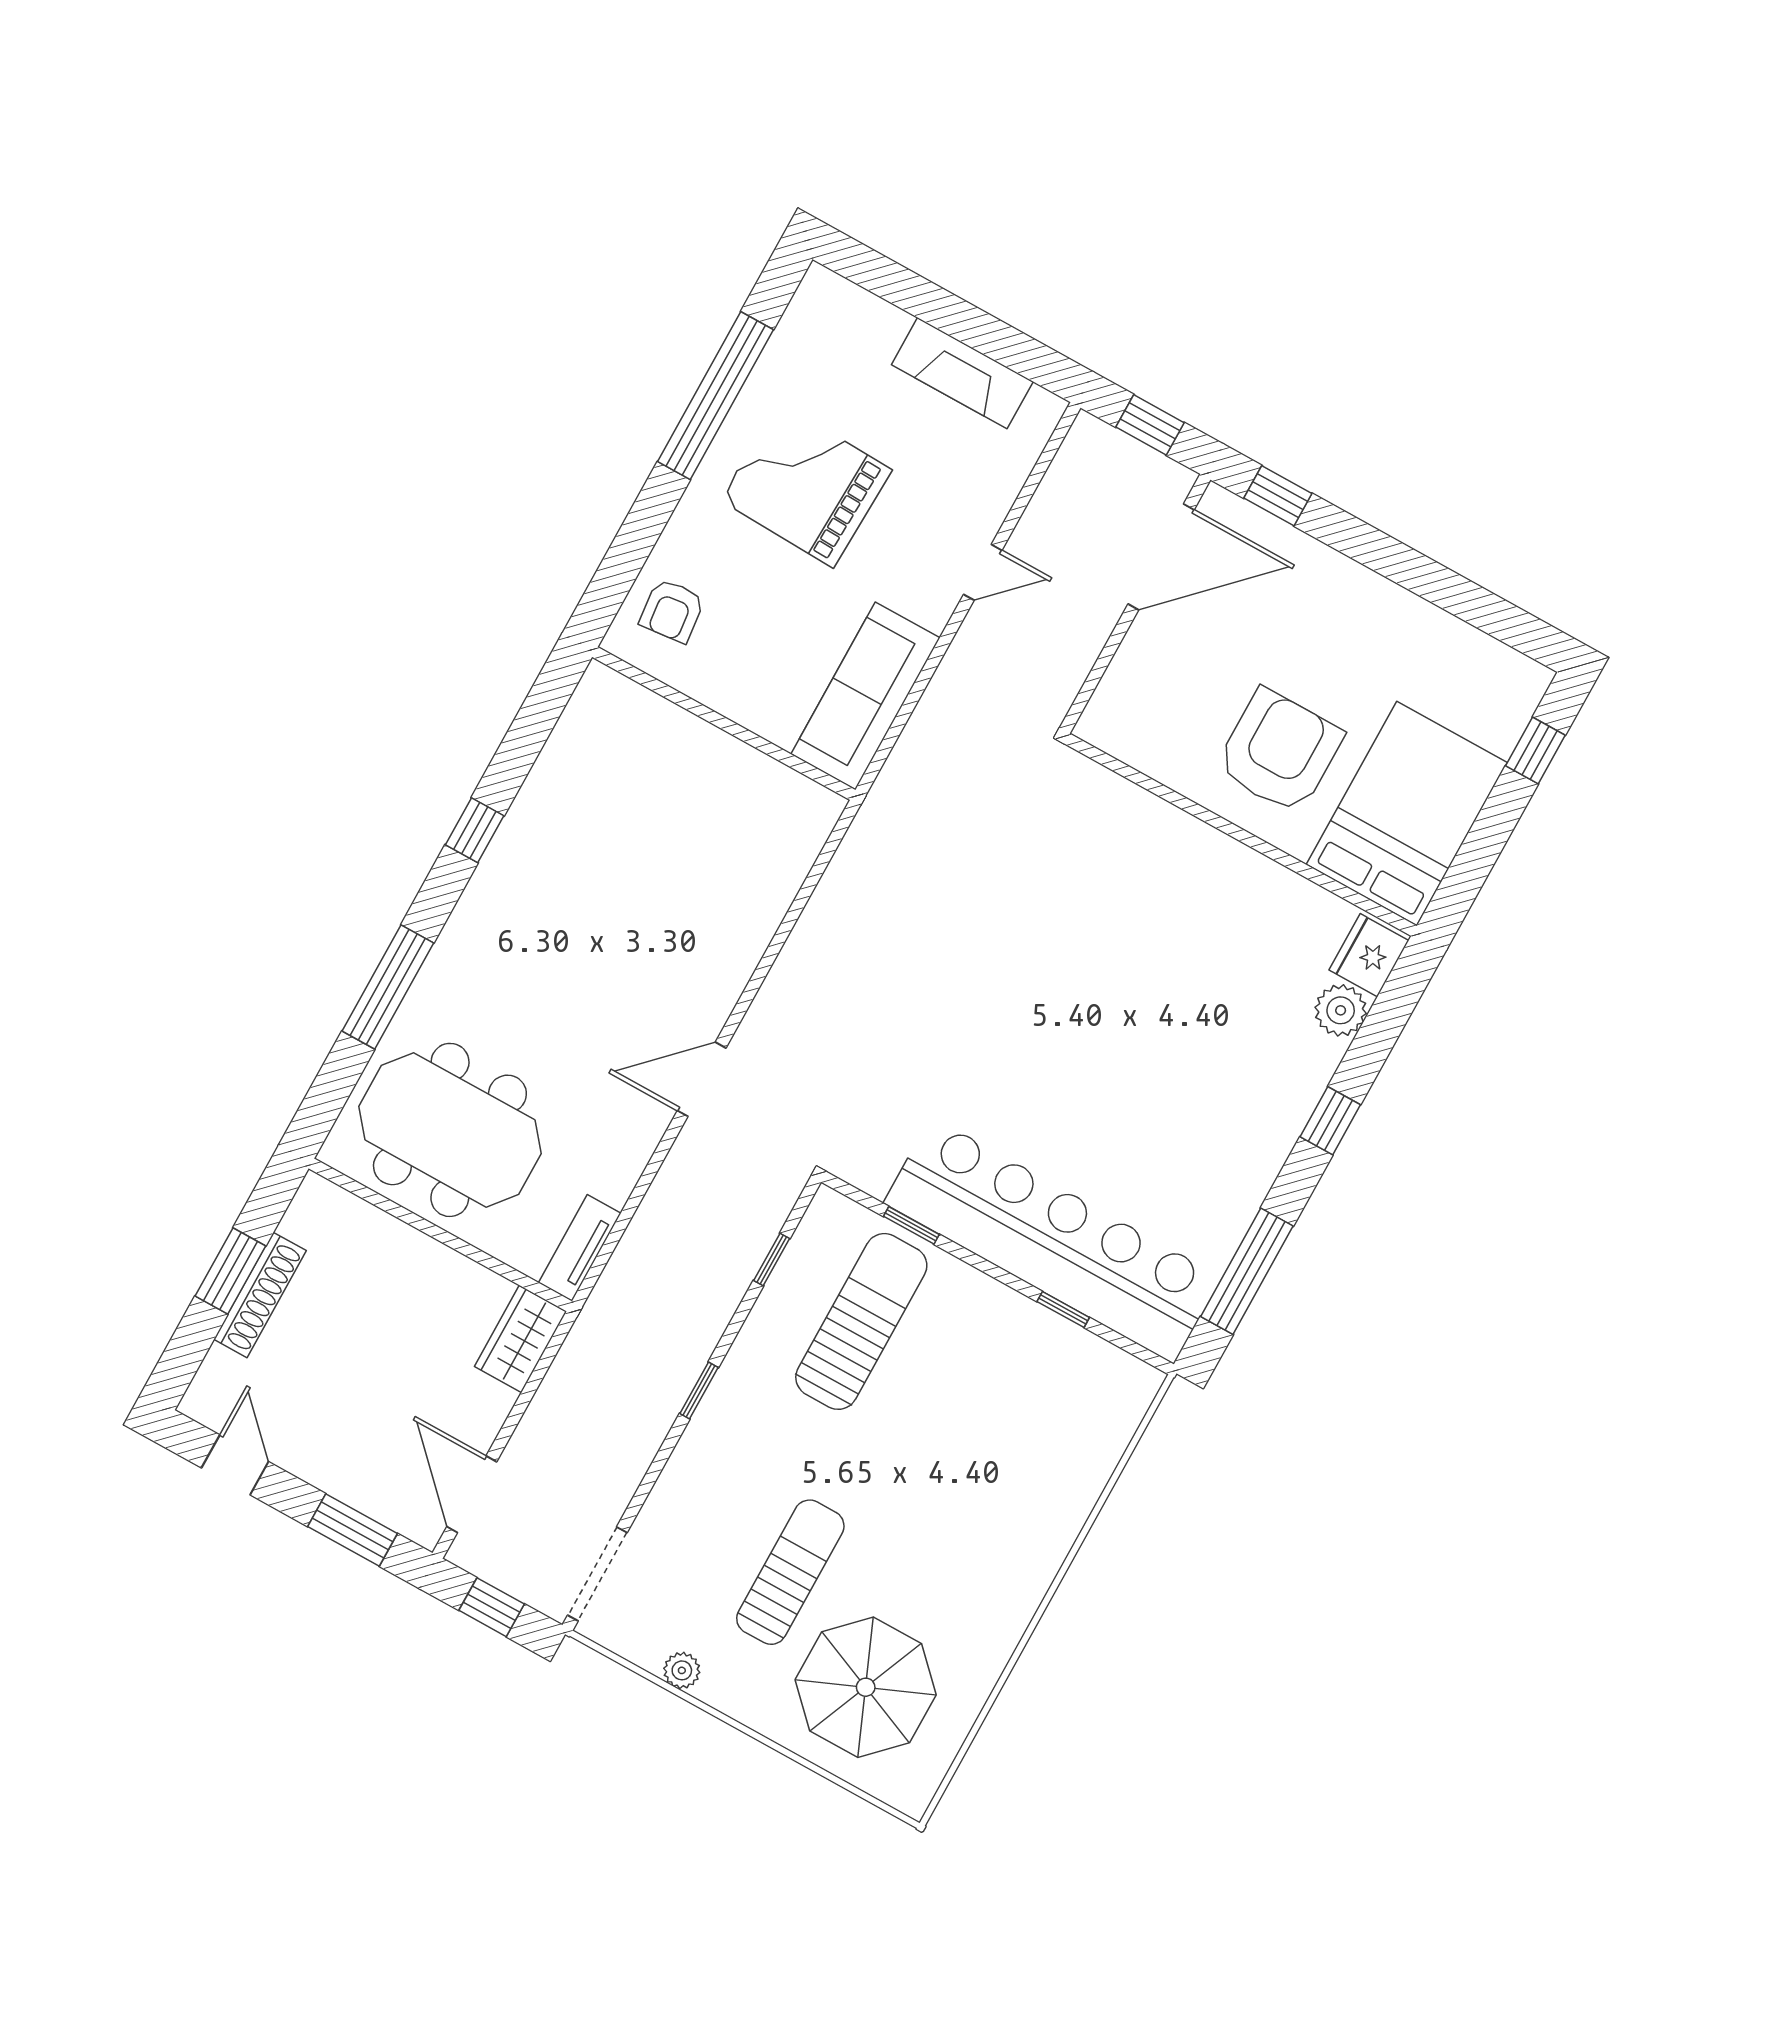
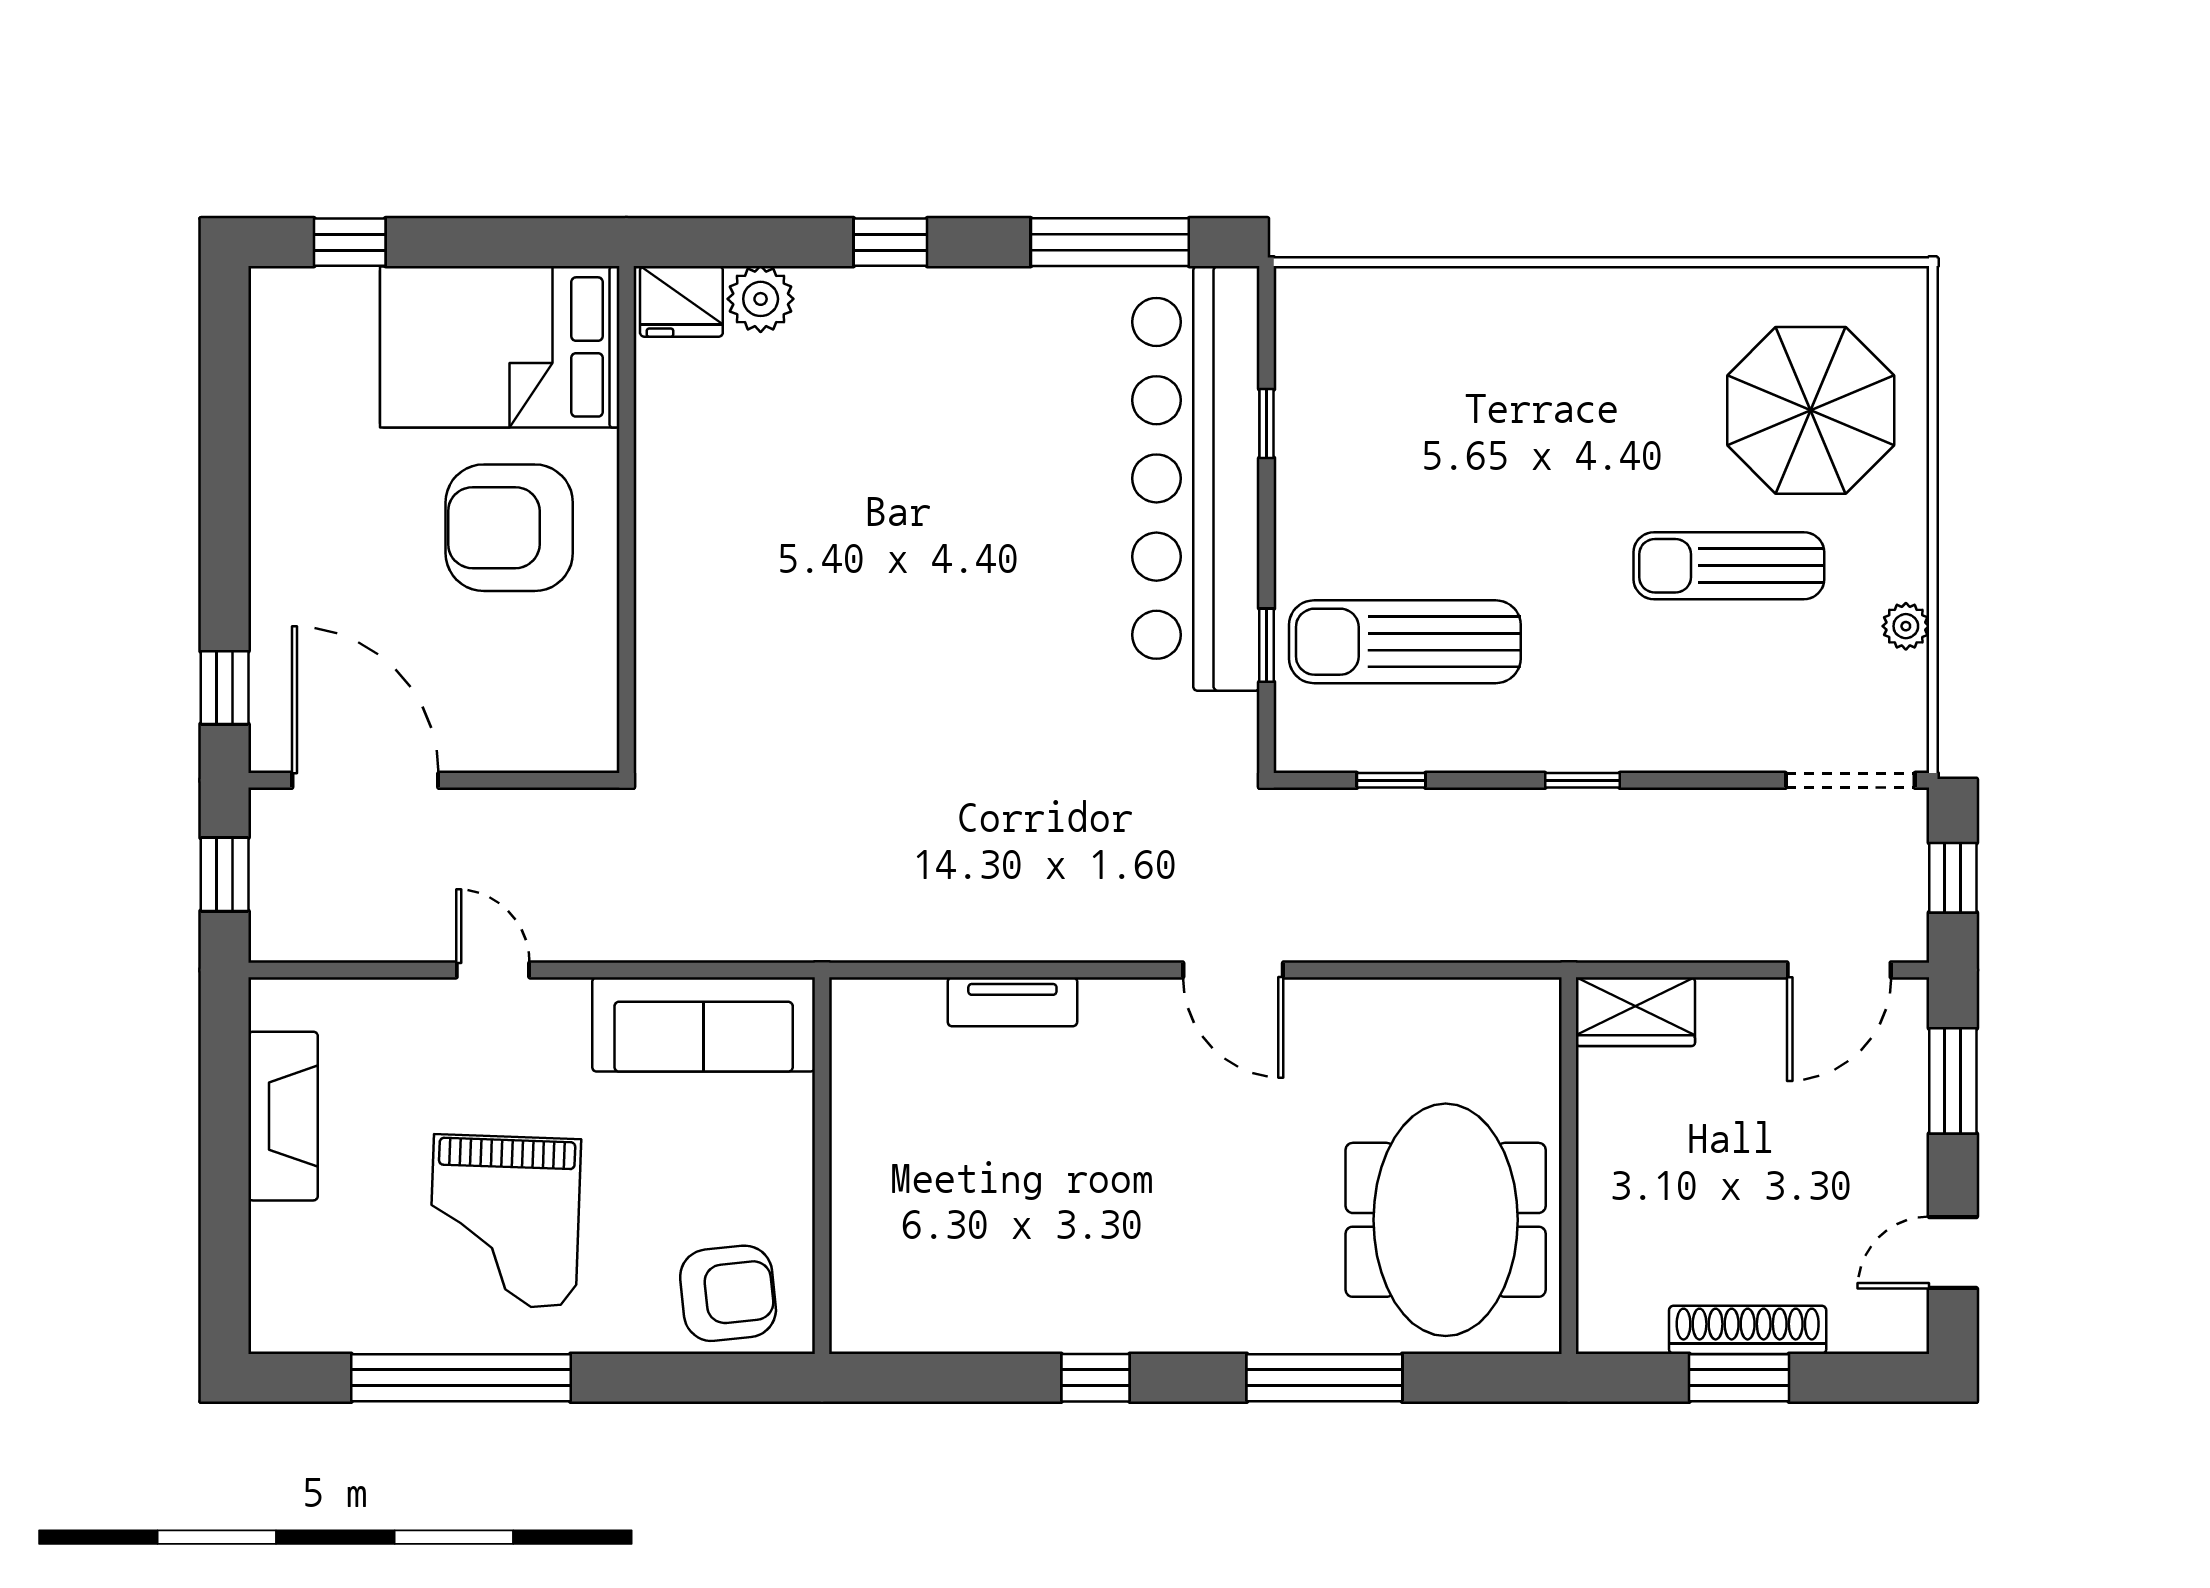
armchair: (672, 611) -> (728, 1293), width x1.38, depth x1.38
tv unit: (580, 1248) -> (1012, 1002), moved

